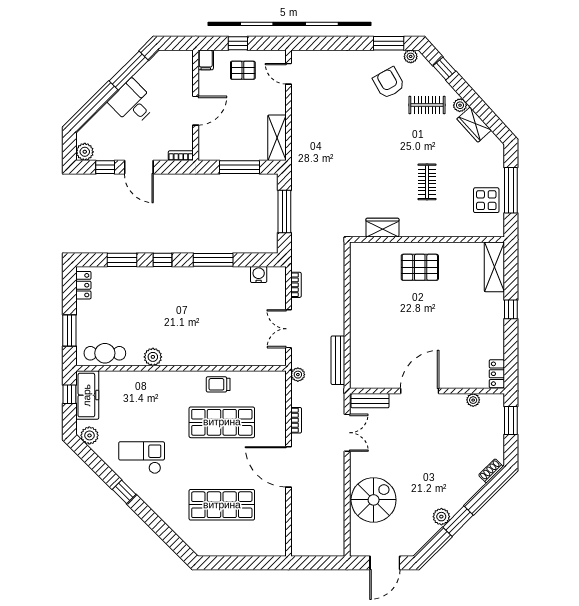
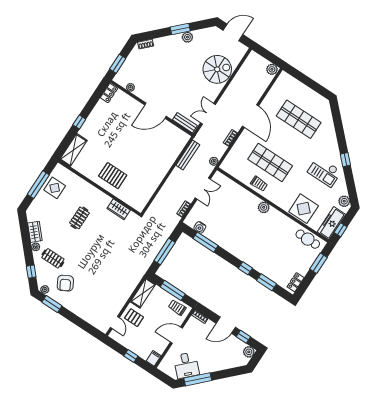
pallet: (243, 70) -> (134, 318), moved
desk: (133, 103) -> (186, 365), moved
trolley: (219, 148) -> (177, 308), added
door: (139, 167) -> (226, 325), swing flipped
window: (213, 260) -> (205, 242), moved
plant: (153, 357) -> (264, 207), moved
display table: (137, 390) -> (304, 209), added
spiral stairs: (374, 500) -> (217, 69), turned 180
plant: (301, 548) -> (272, 69), added

